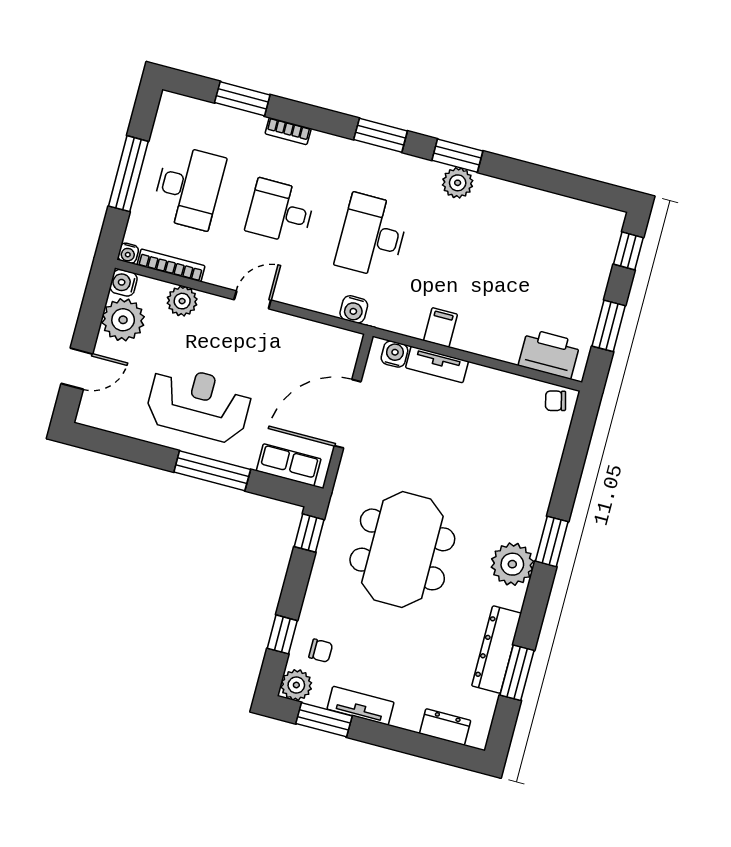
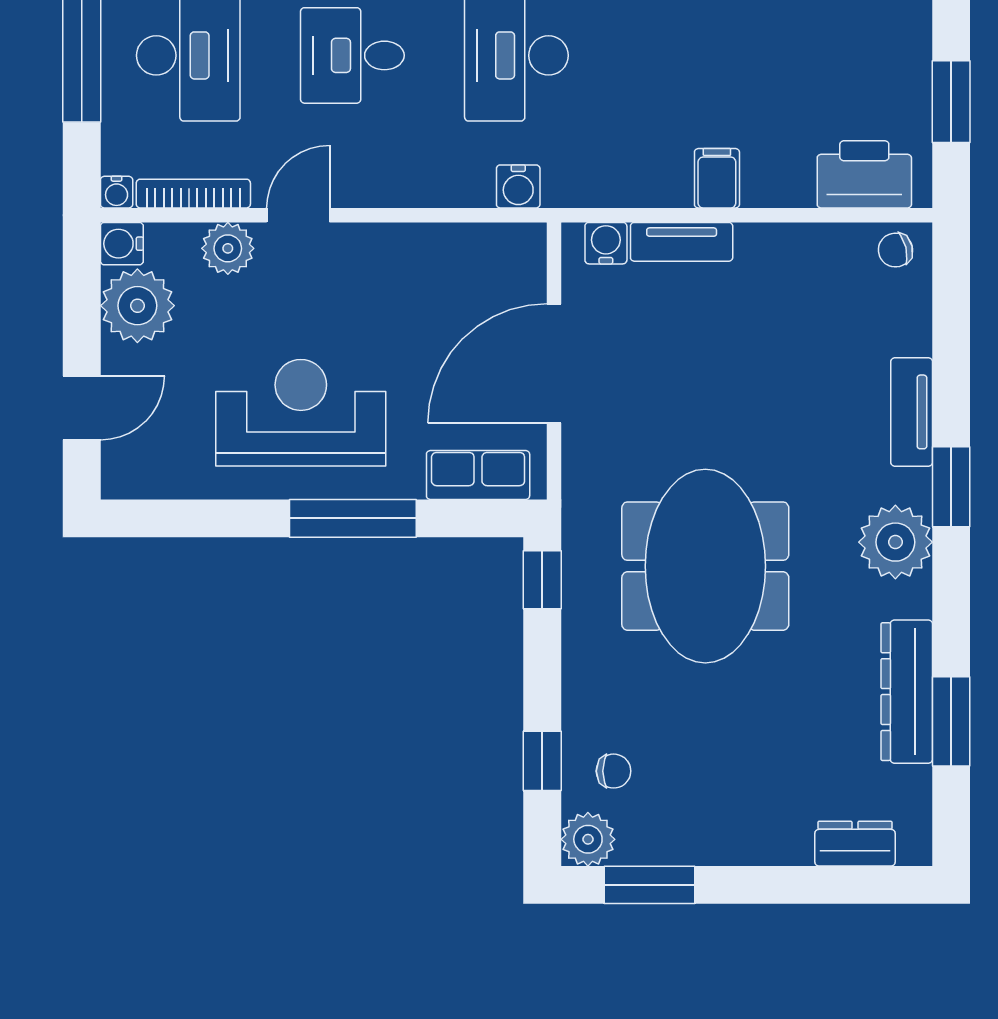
door: (253, 300) -> (298, 215), moved
filing cabinet: (440, 327) -> (717, 178), moved
tv unit: (361, 706) -> (912, 412), moved, turned -90

